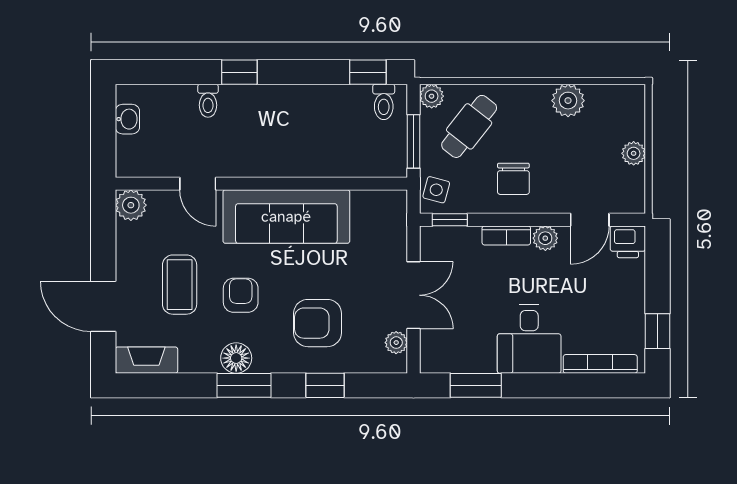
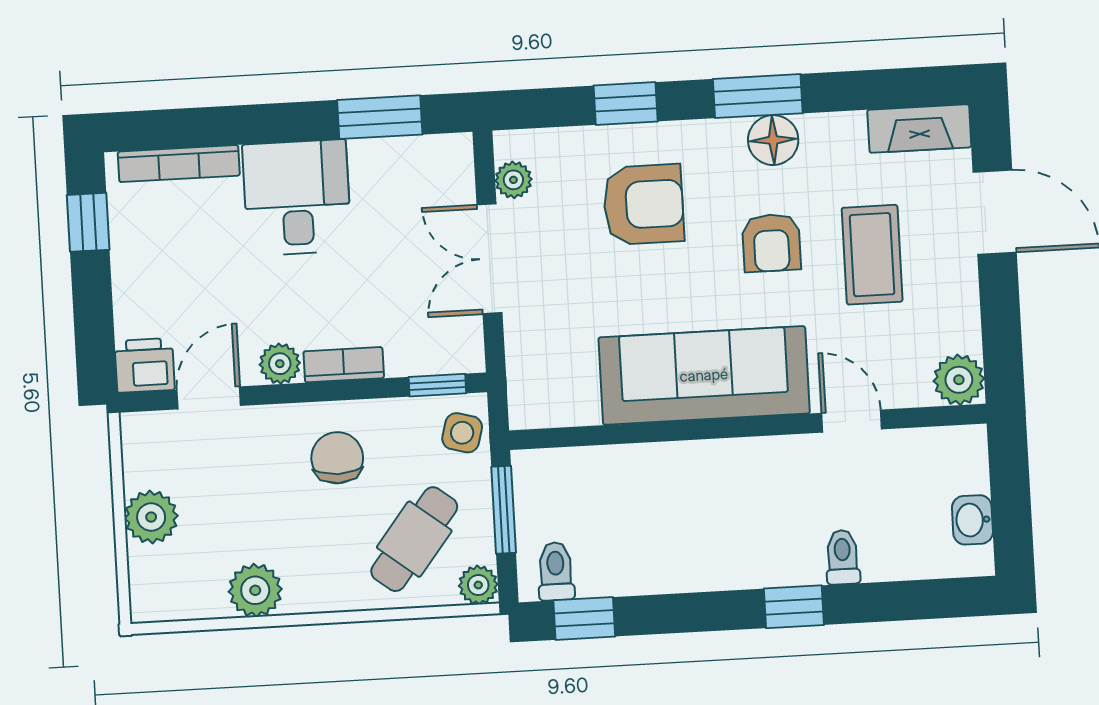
plant: (634, 153) -> (151, 517), width x1.38, depth x1.38

